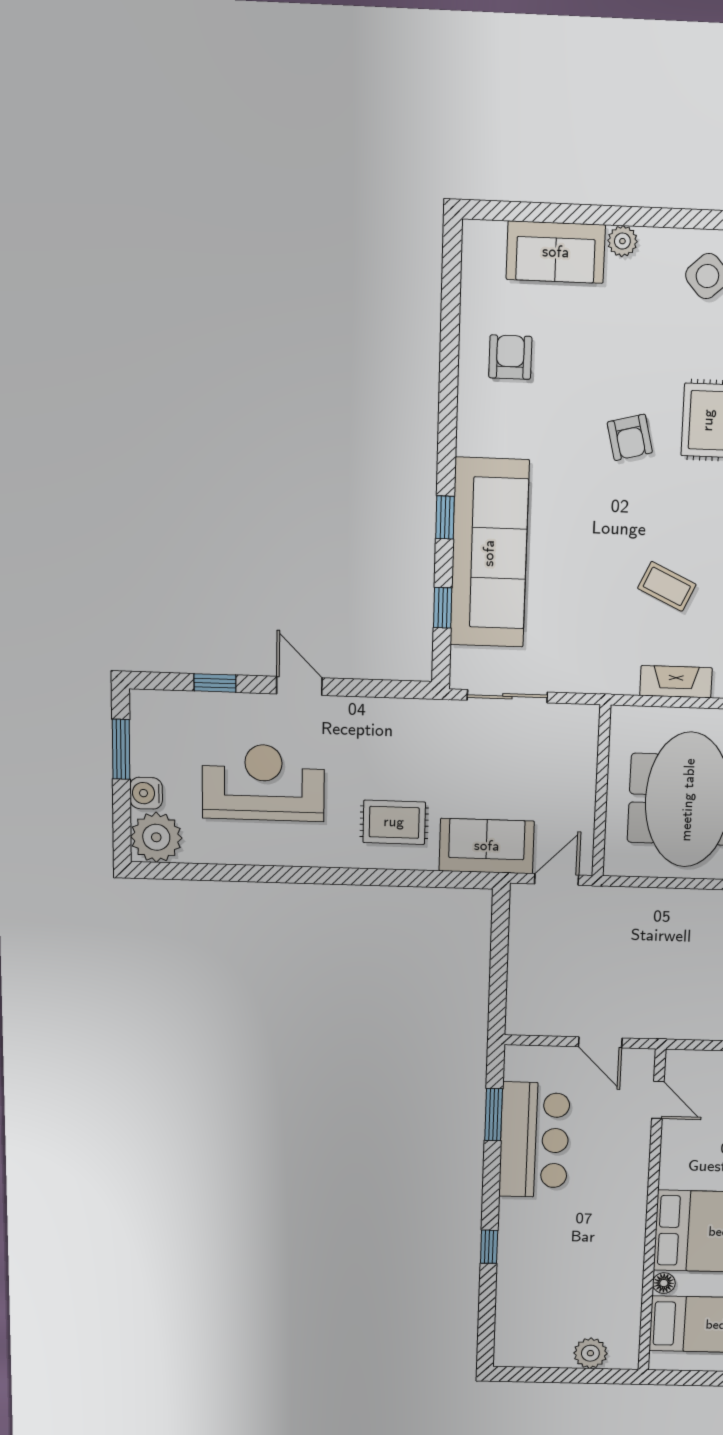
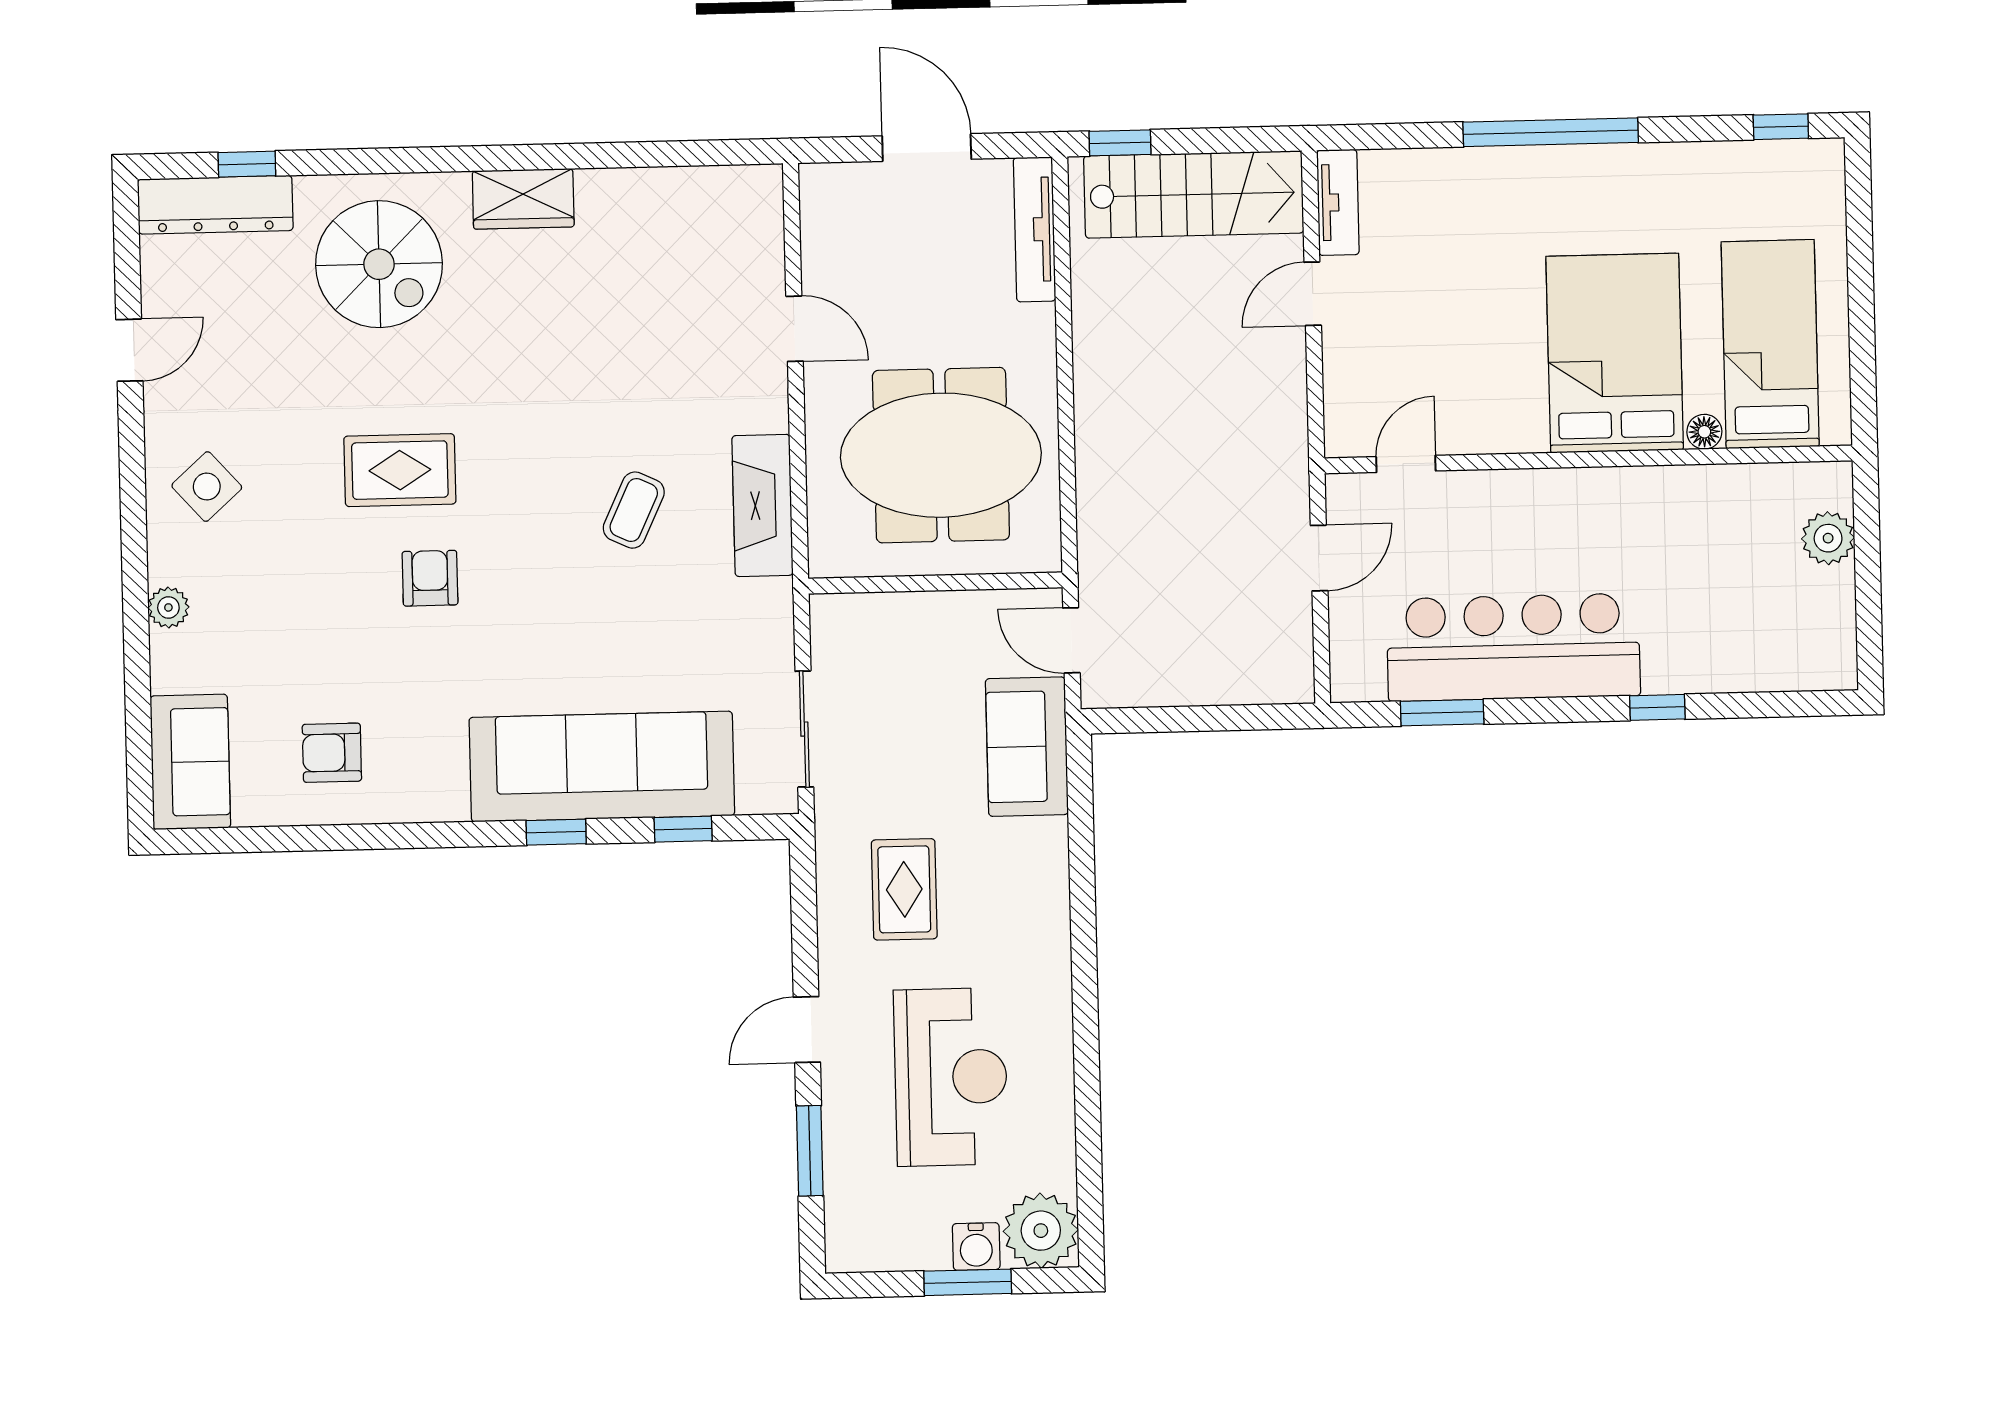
sofa: (556, 252) -> (190, 762), moved
armchair: (630, 437) -> (430, 578), turned -76
fireplace: (676, 682) -> (763, 505), width x1.37, depth x1.32
window: (215, 683) -> (810, 1151), width x1.50
window: (121, 749) -> (968, 1282), moved
reception desk: (263, 782) -> (951, 1077), turned 180
rug: (394, 822) -> (904, 889), moved
bar counter: (534, 1140) -> (1513, 647), width x1.36

